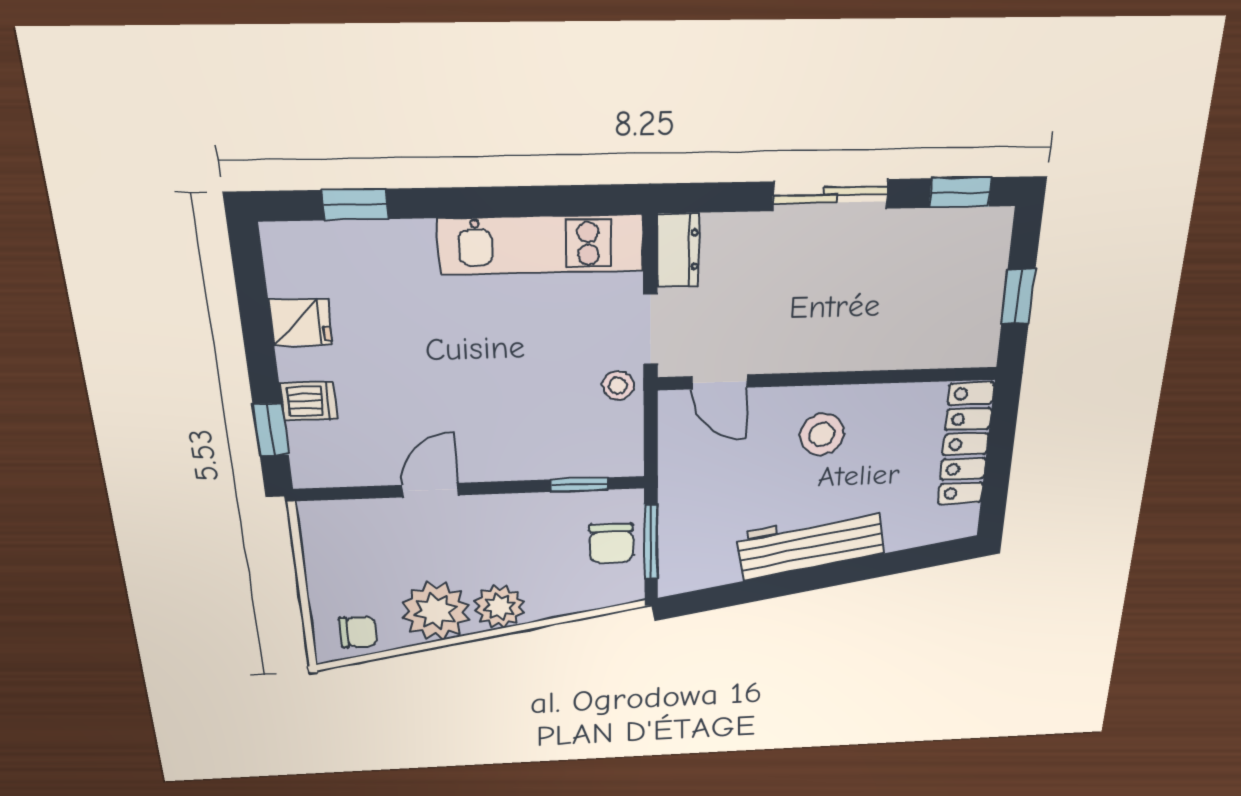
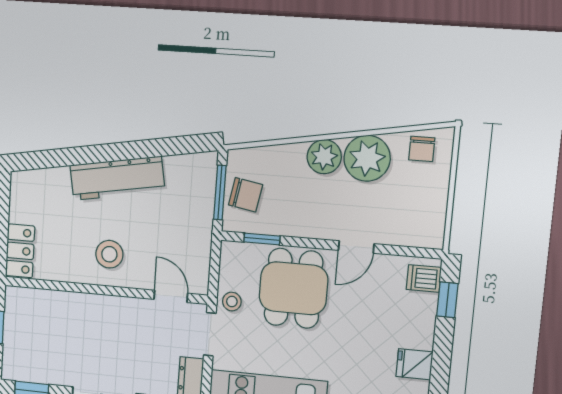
dishwasher: (308, 401) -> (424, 279), moved
dining table: (520, 418) -> (294, 288), added
locker: (966, 444) -> (20, 251), width x0.66
chair: (611, 543) -> (246, 195), turned 100
chair: (358, 632) -> (422, 149), turned -90

